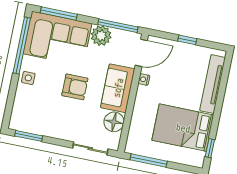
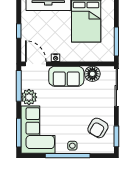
window: (22, 46) -> (68, 156), moved
armchair: (75, 87) -> (98, 128), moved, turned -150
sliding door: (90, 149) -> (116, 88), width x1.37

